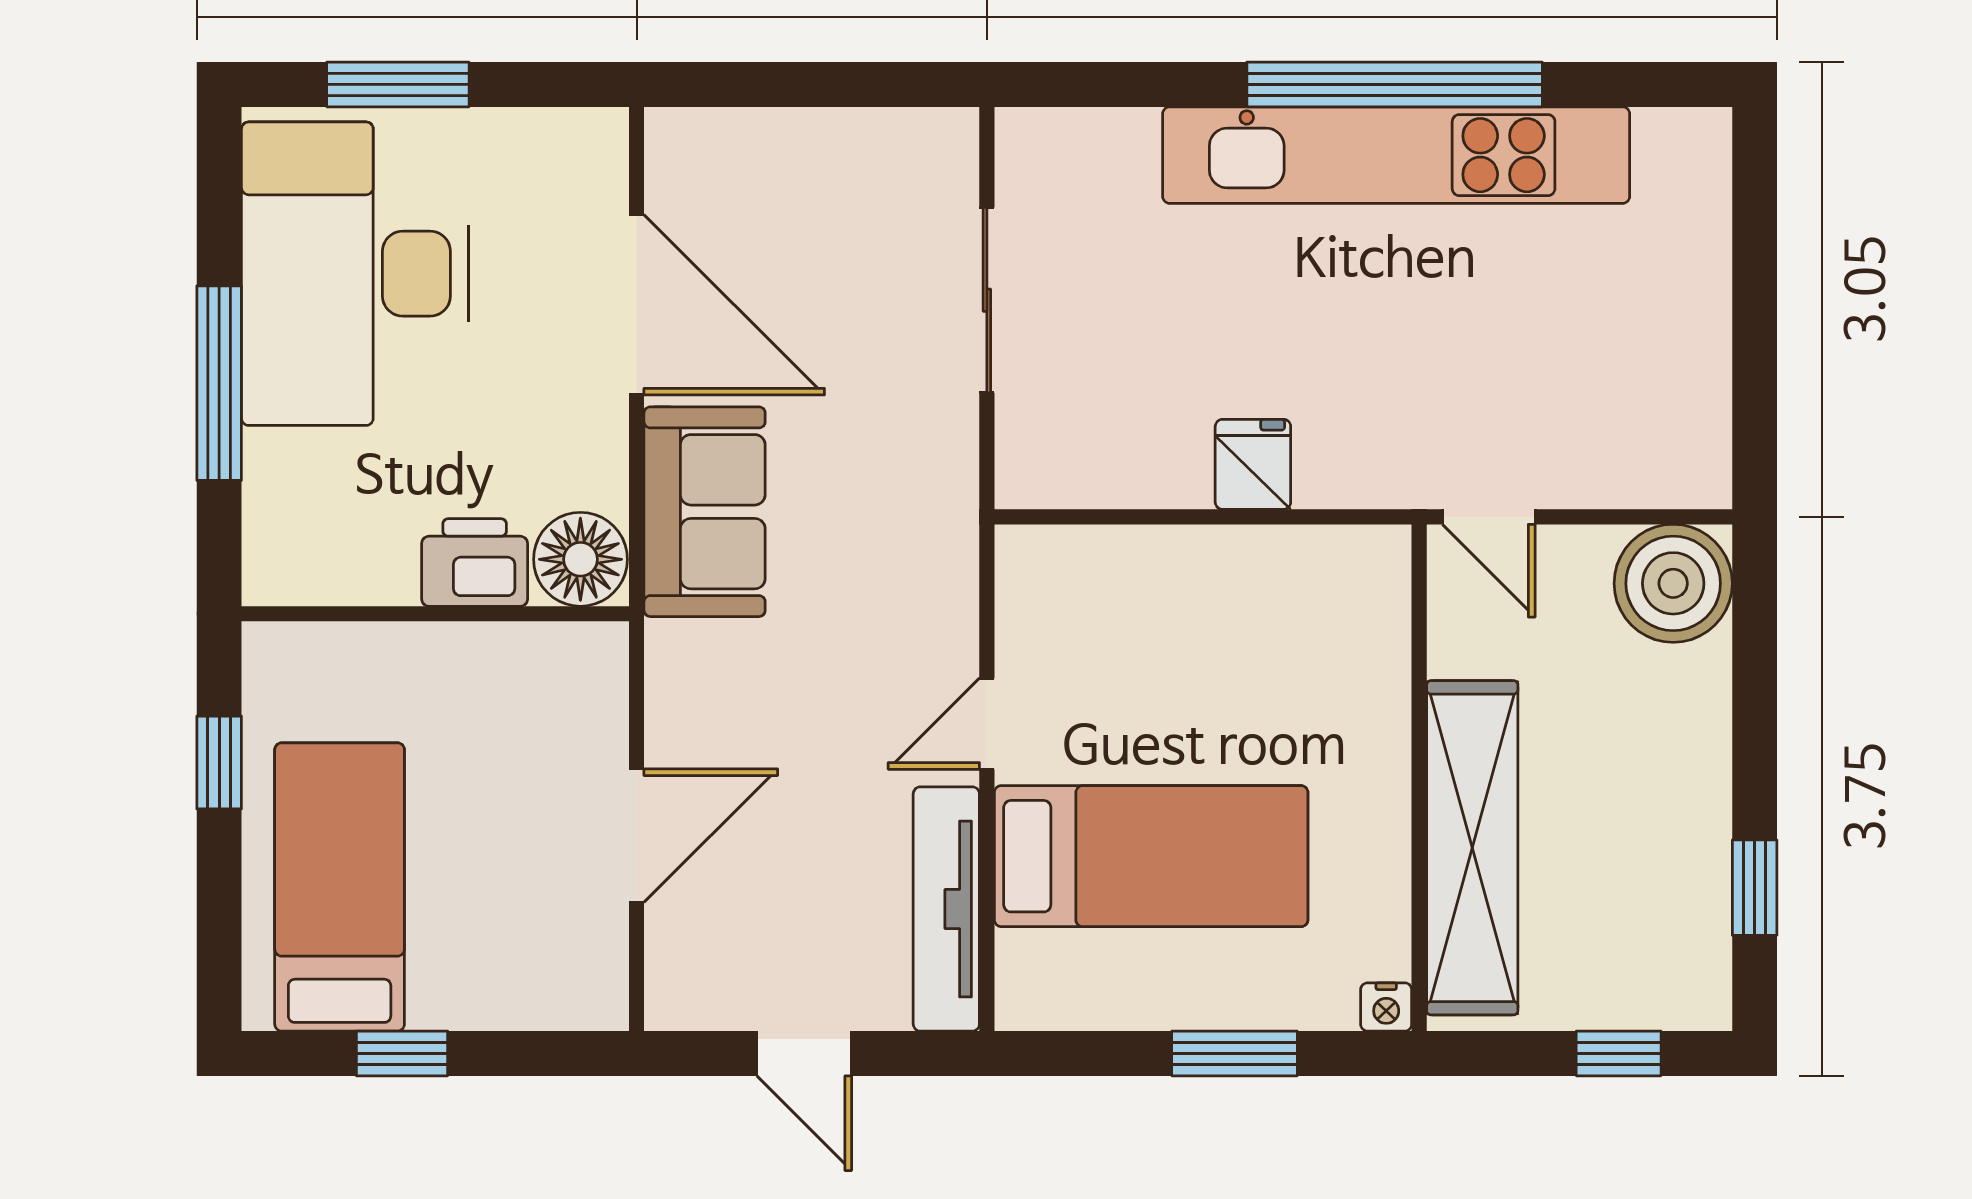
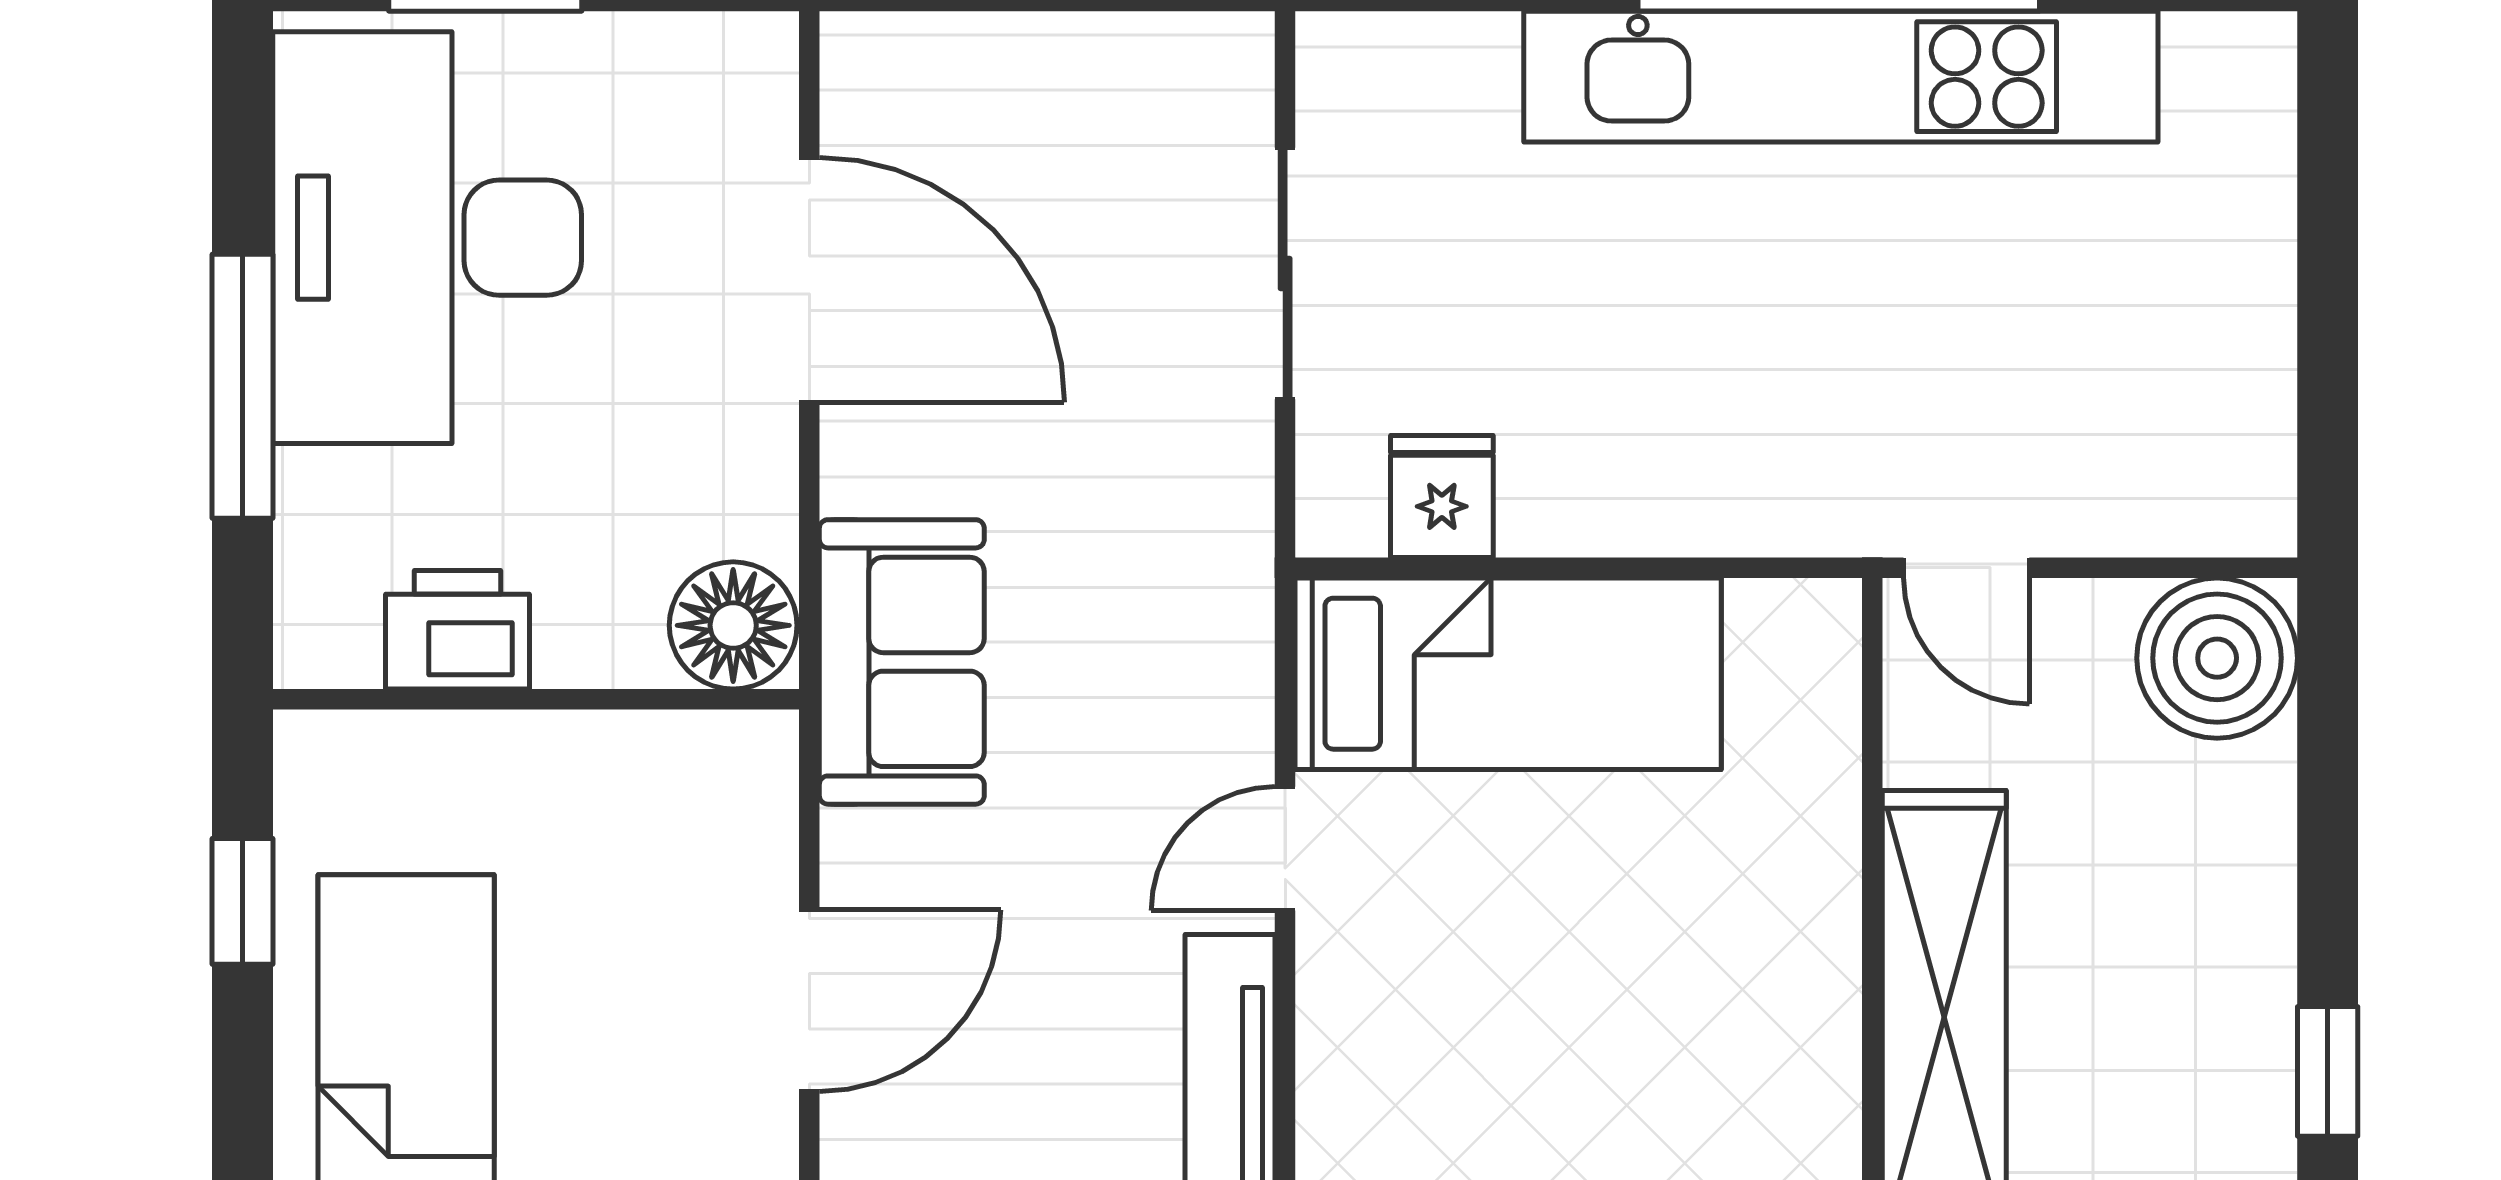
fridge: (1253, 464) -> (1442, 497), moved
sofa: (705, 512) -> (902, 662), moved
printer: (475, 562) -> (458, 630), moved
bed: (1151, 856) -> (1508, 674), moved

